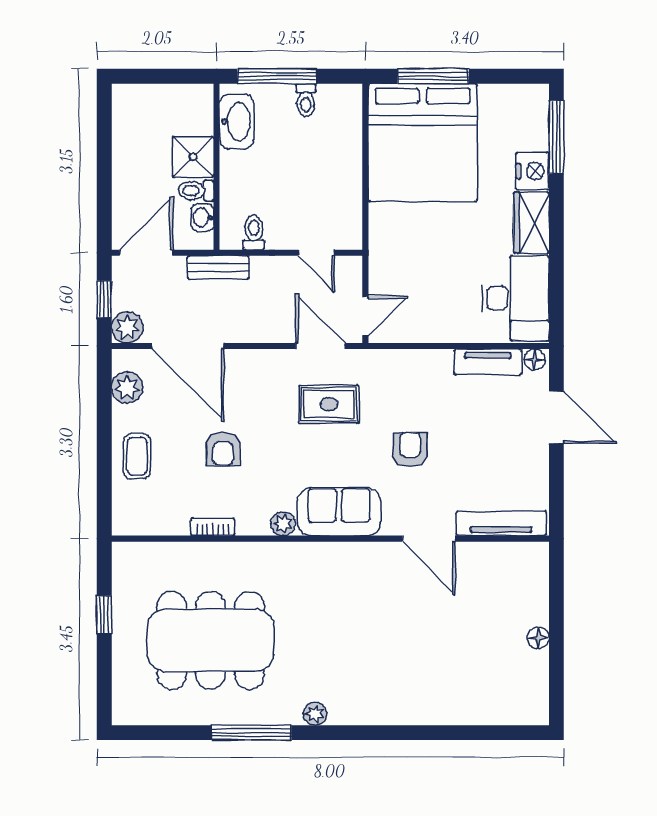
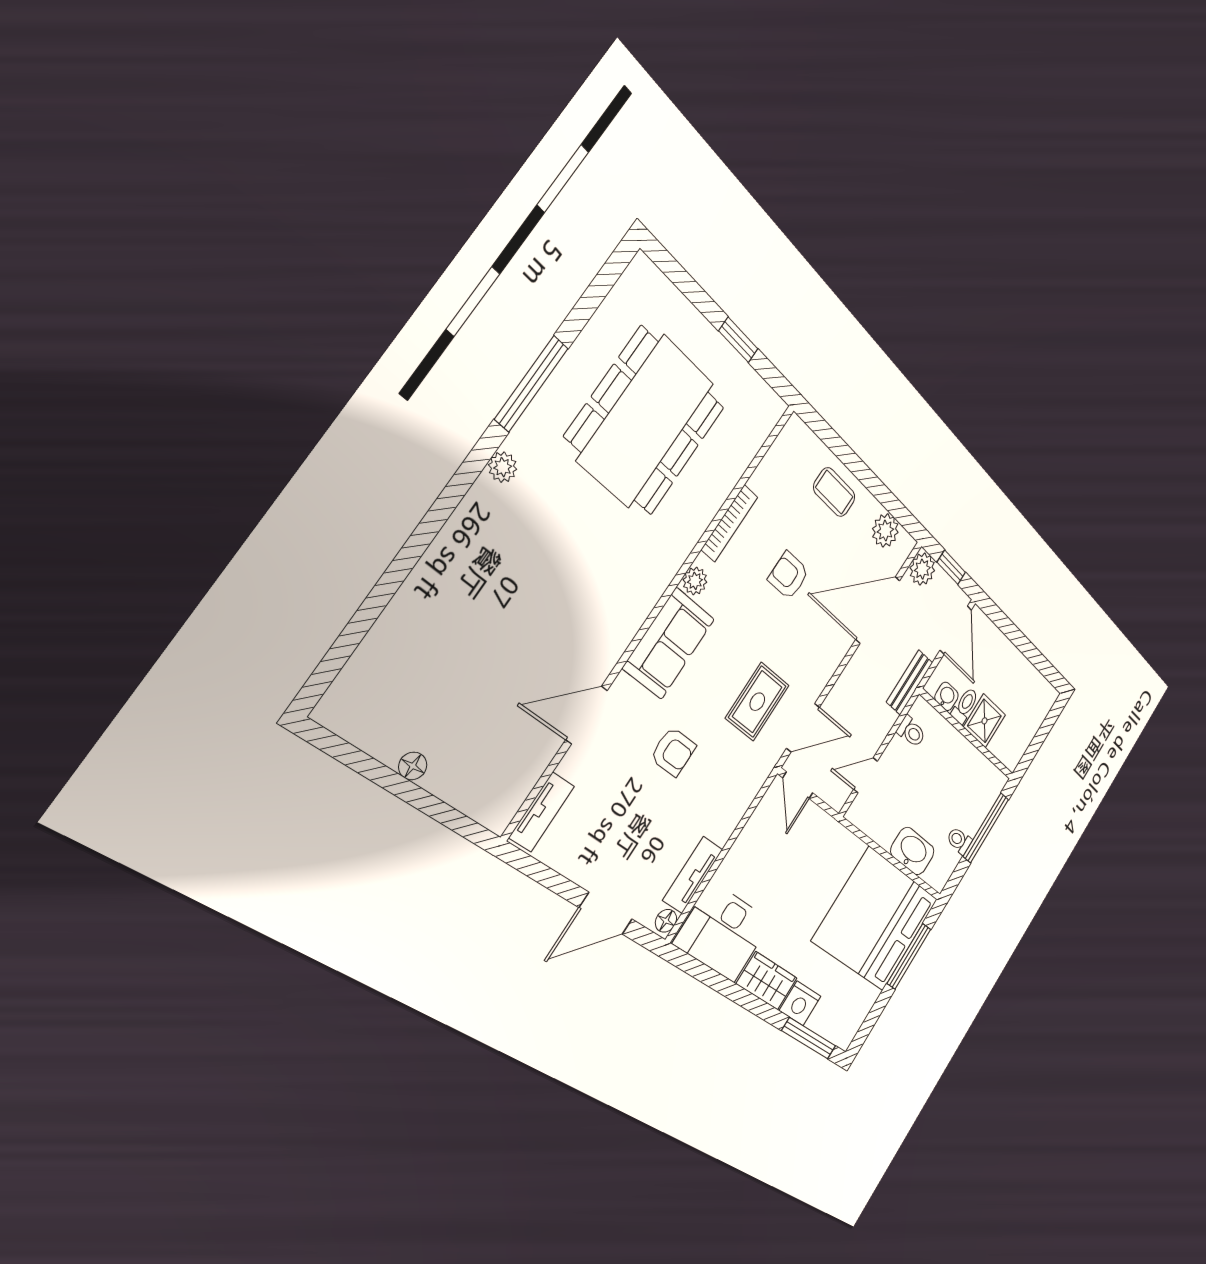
washbasin: (236, 122) -> (912, 851), moved, turned 180
tv unit: (501, 523) -> (542, 812), width x0.71
bookcase: (213, 527) -> (729, 523), width x1.56

